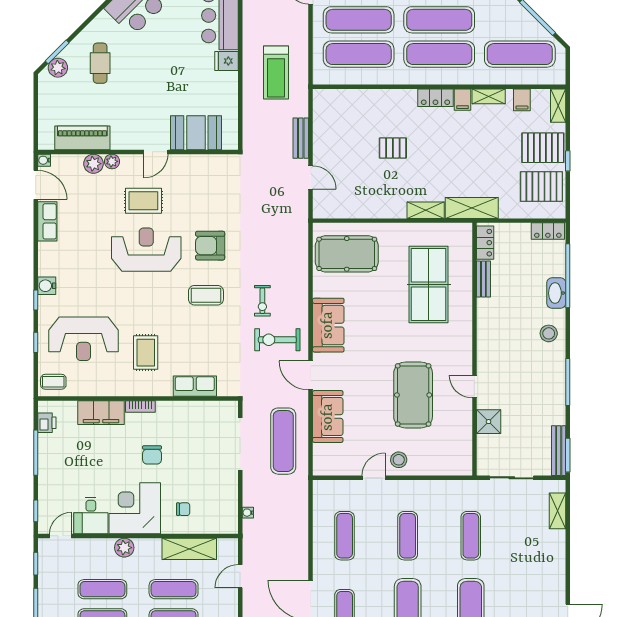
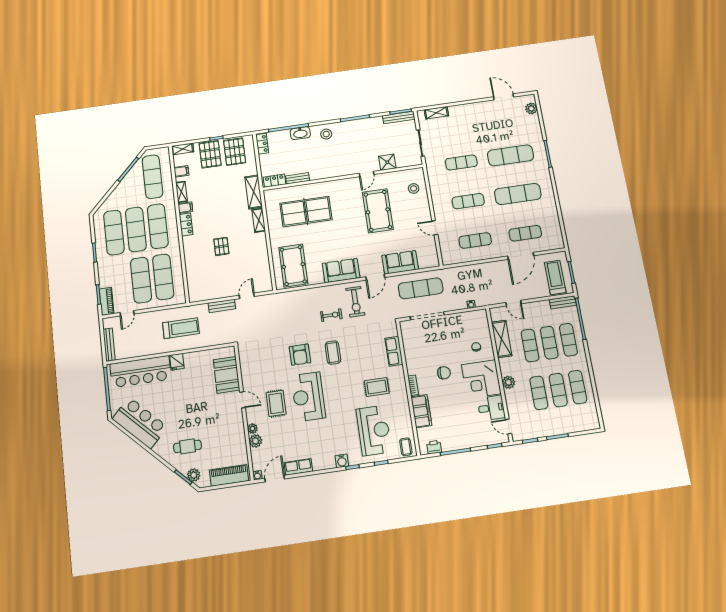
piano: (82, 138) -> (229, 475), moved, turned 90
pool table: (413, 395) -> (378, 211), turned 90
stool: (399, 460) -> (414, 188), moved

